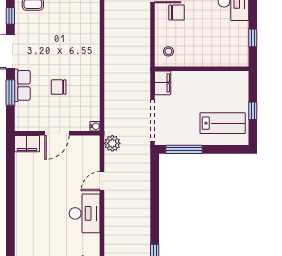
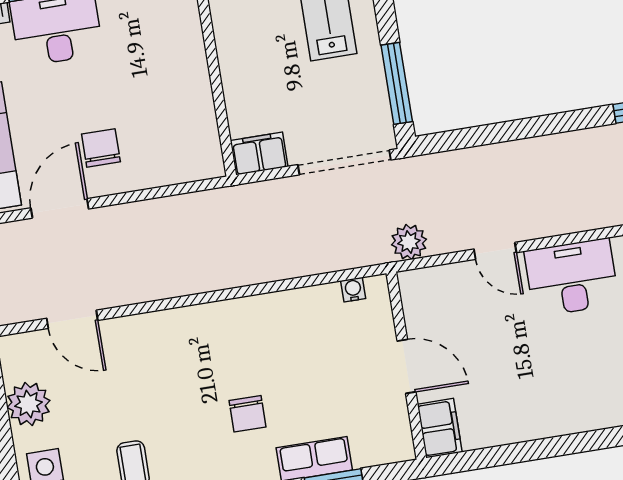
stool: (168, 51) -> (188, 152), removed
chair: (59, 87) -> (248, 414), moved
water cooler: (95, 126) -> (353, 290), moved

